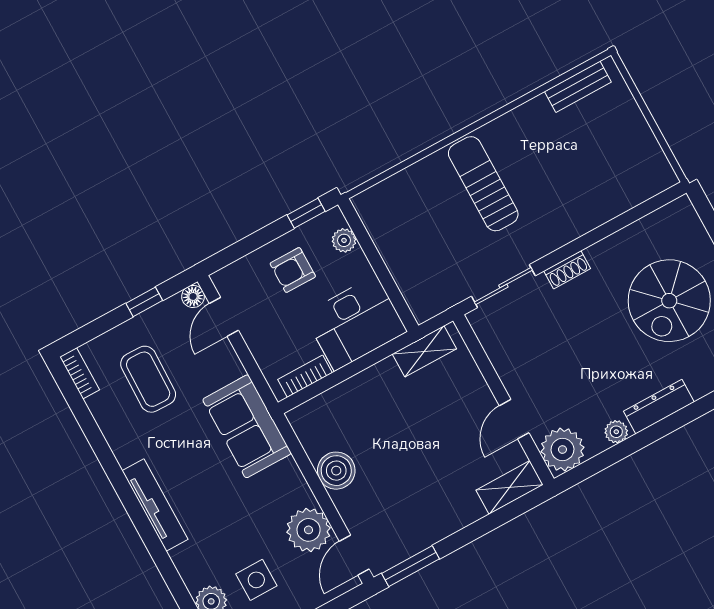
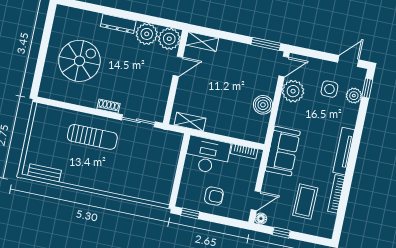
sun lounger: (483, 184) -> (92, 137), moved, turned -90
plant: (344, 240) -> (185, 191), removed
bookcase: (80, 373) -> (336, 194), moved, width x1.56
plant: (616, 432) -> (147, 34), width x1.87, depth x1.87

